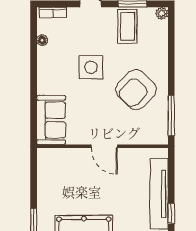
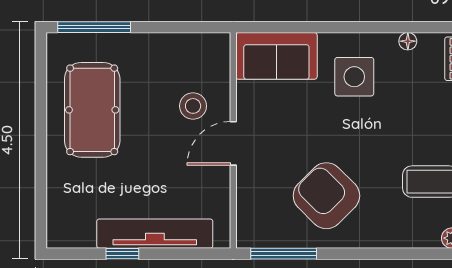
side table: (91, 67) -> (354, 77), moved
stool: (82, 171) -> (193, 106), added

